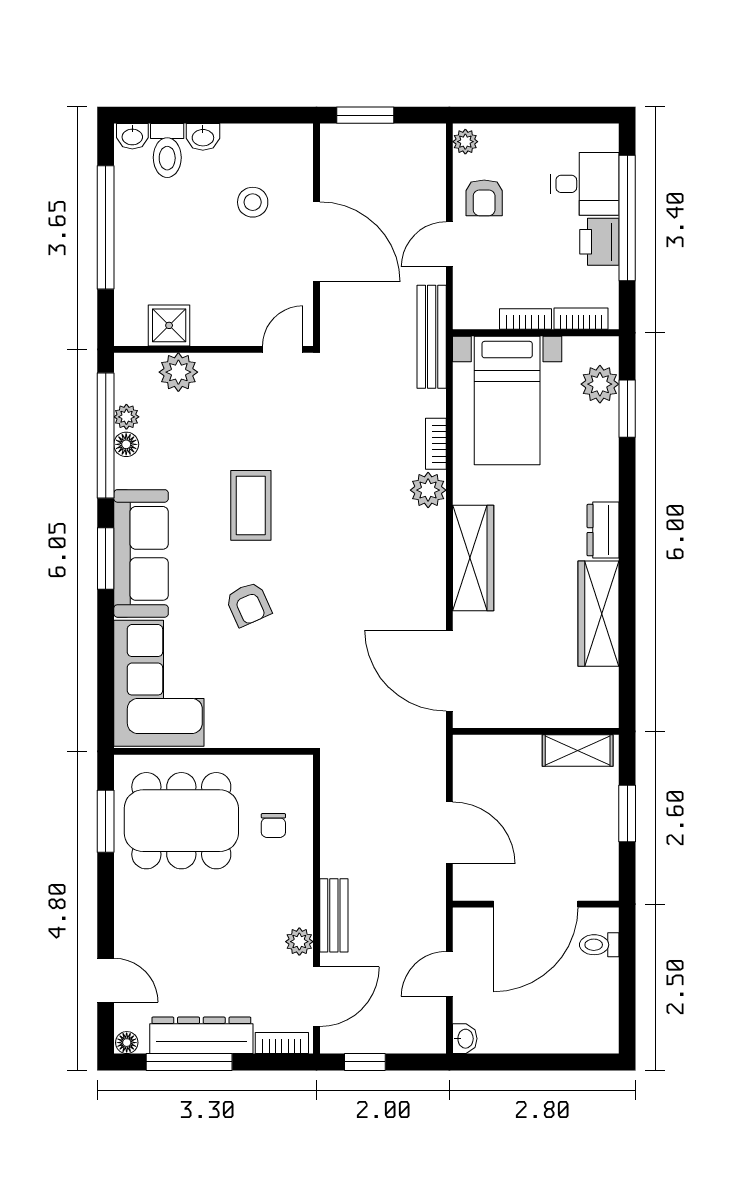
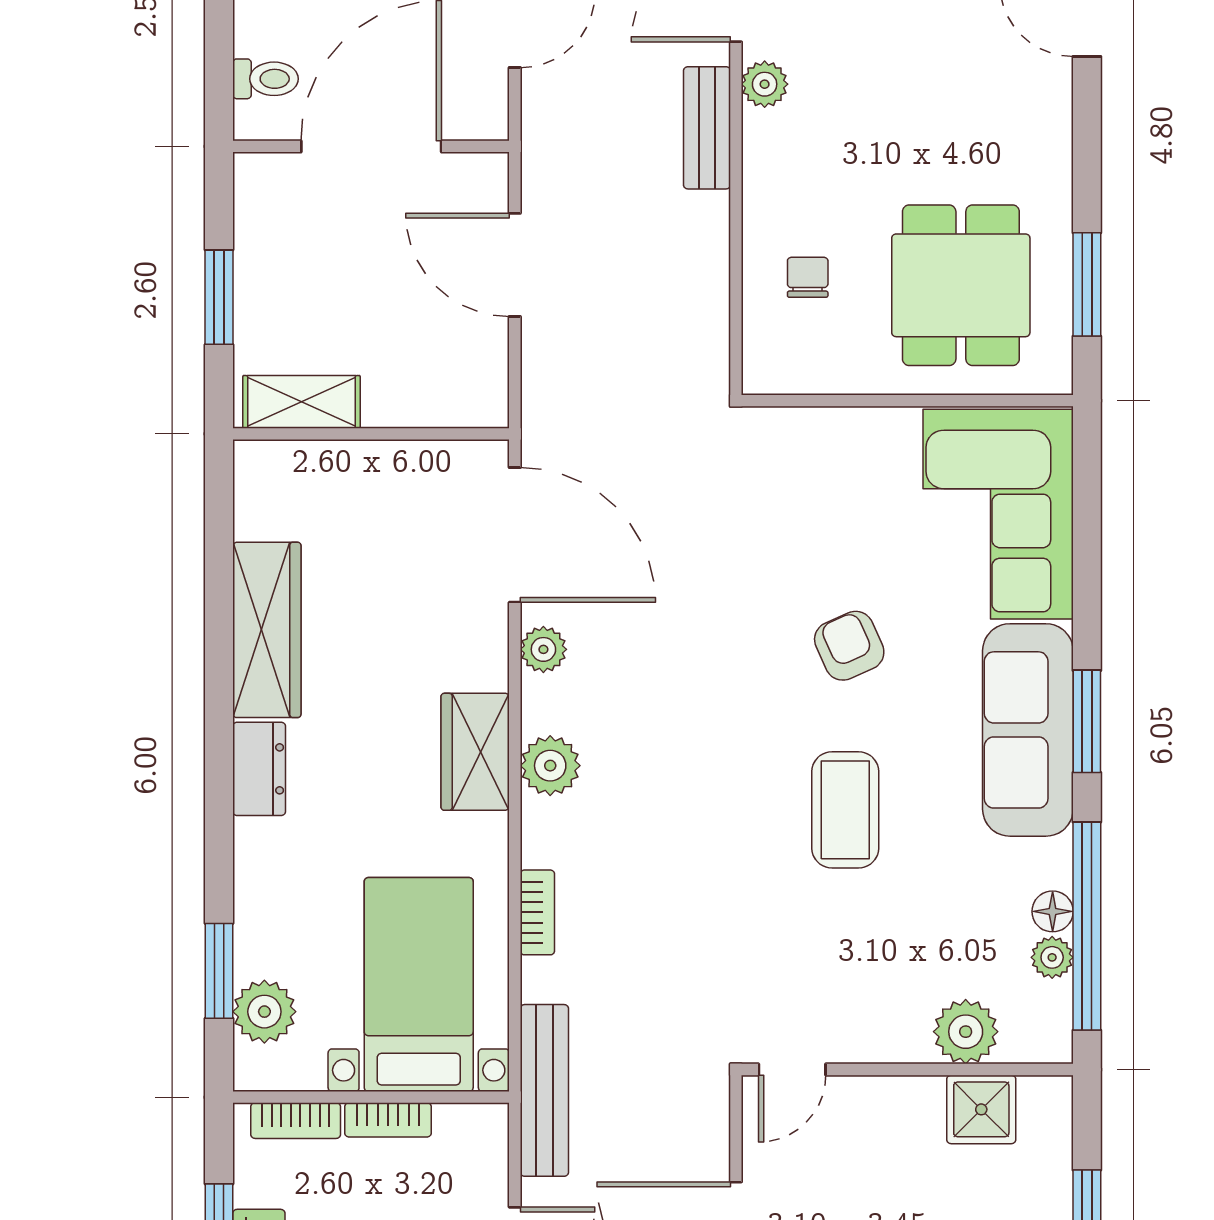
plant: (428, 490) -> (550, 766), moved
wardrobe: (473, 558) -> (475, 752), width x0.67
plant: (432, 602) -> (543, 649), added
dining table: (181, 821) -> (961, 285), width x0.73

